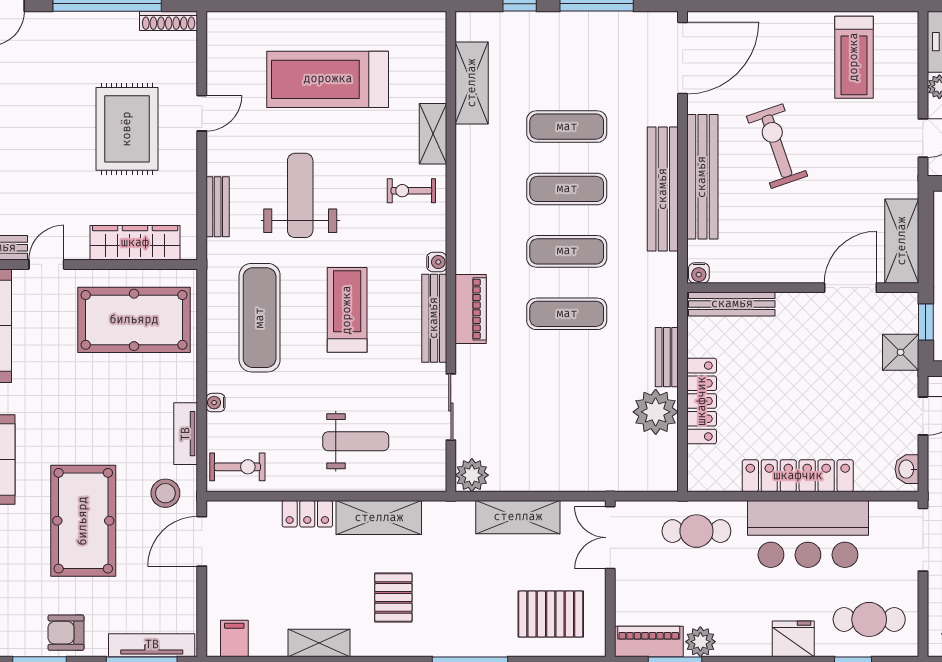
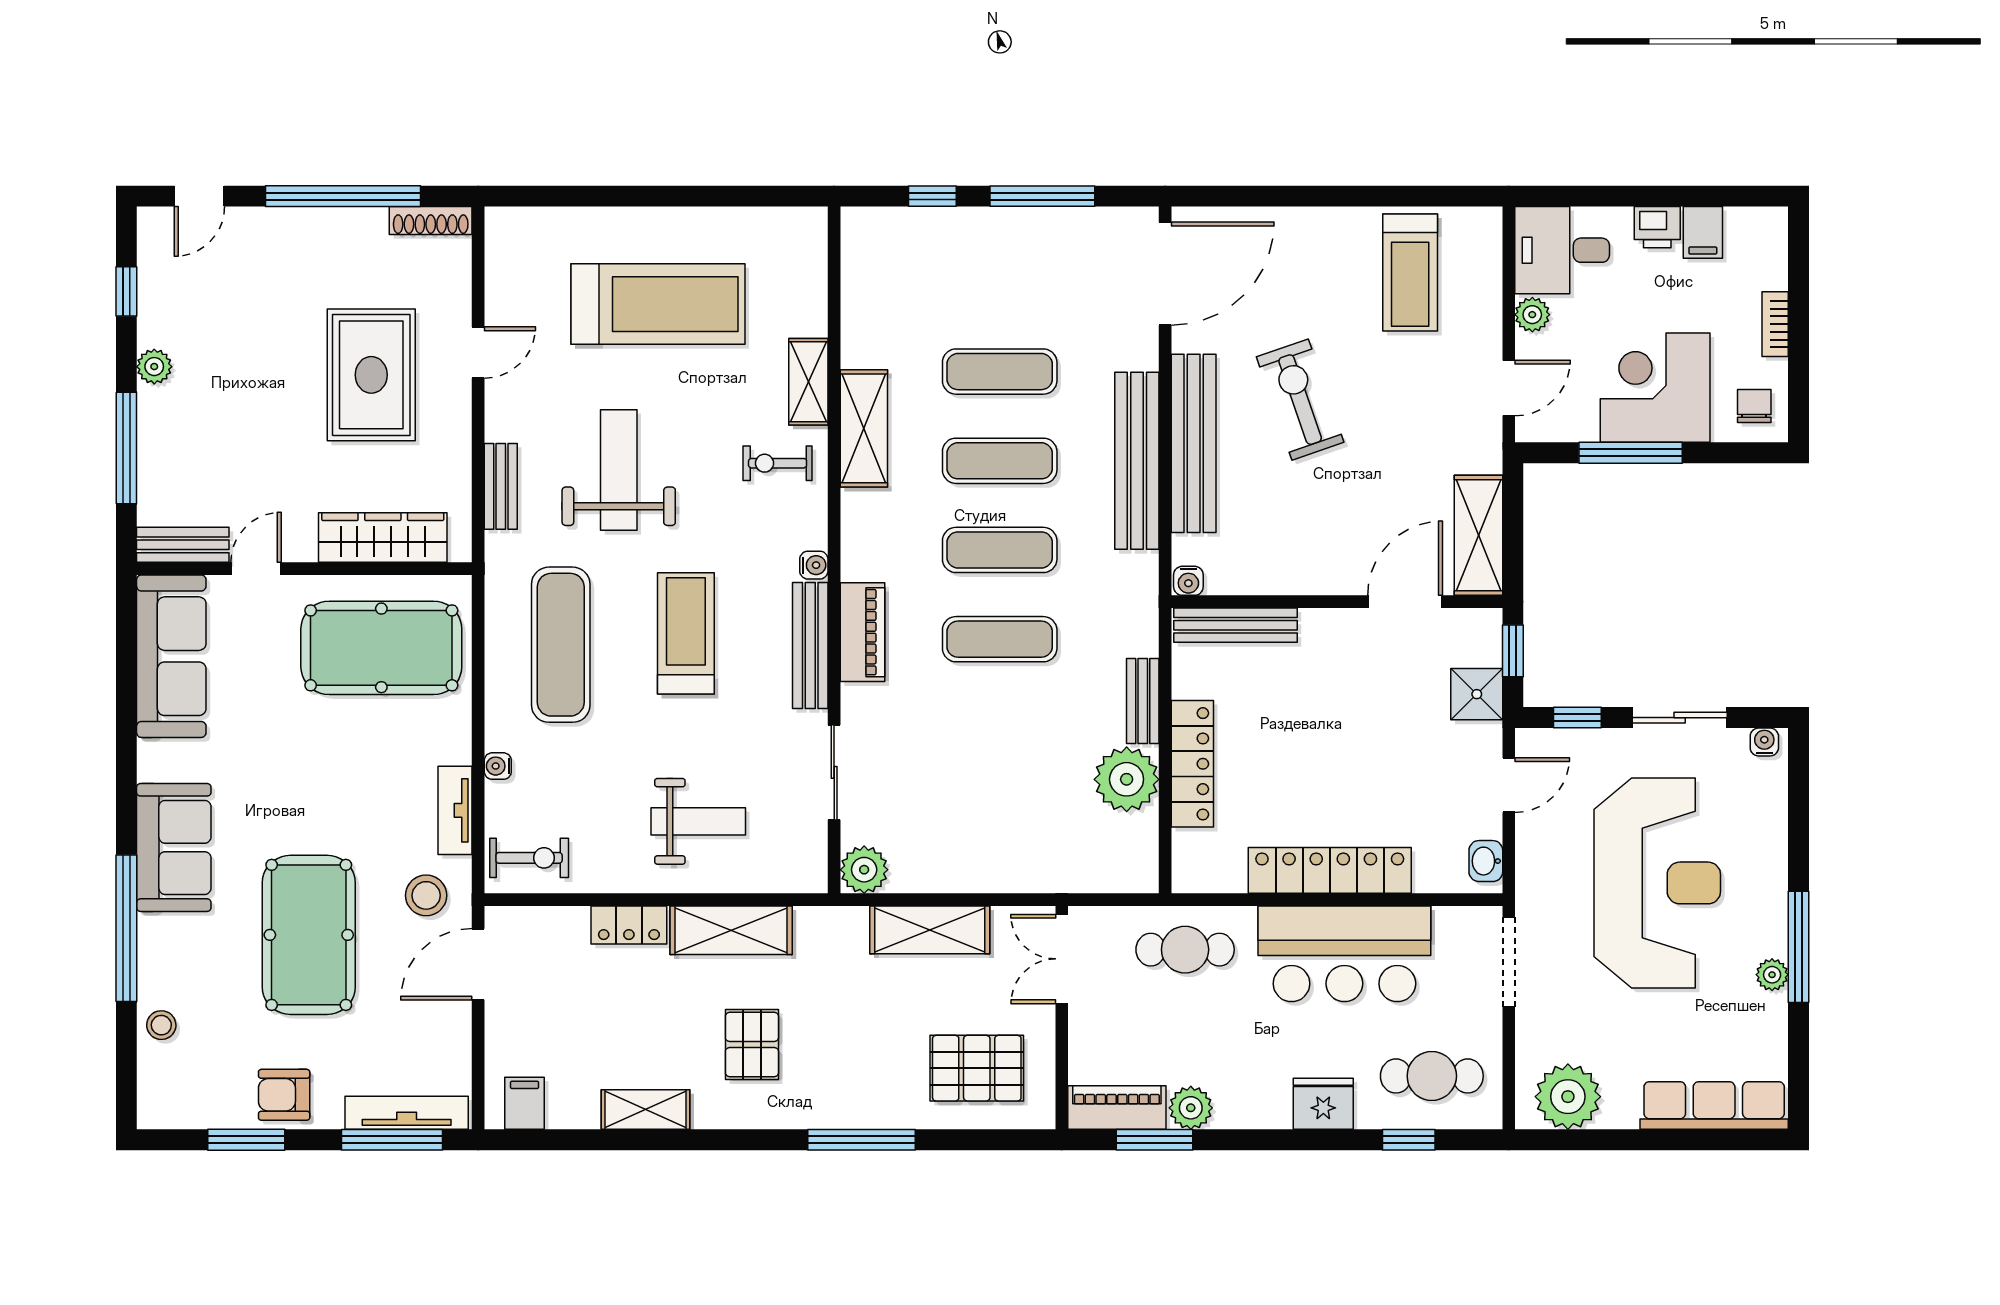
treadmill: (328, 79) -> (658, 304), turned 180
shelving: (472, 83) -> (864, 428), moved

